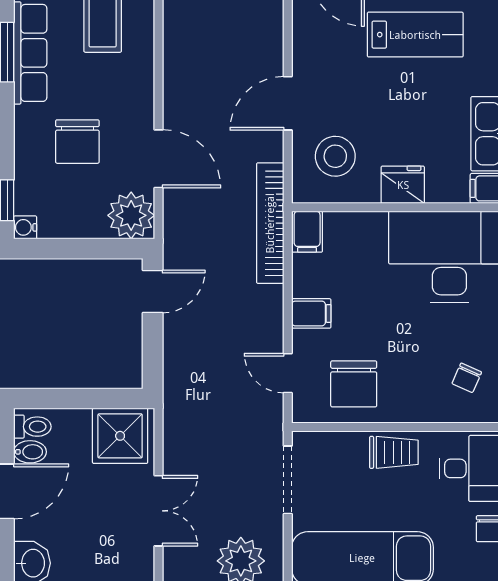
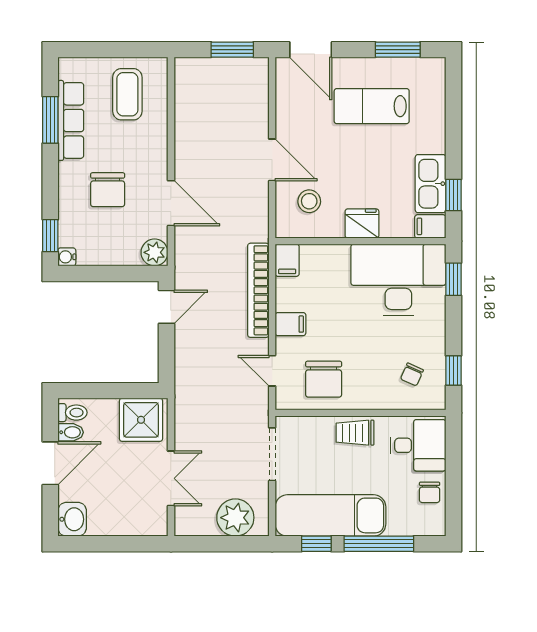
lab bench: (415, 35) -> (372, 106), turned 180
door: (288, 103) -> (272, 160), swing flipped
stool: (335, 156) -> (309, 201), width x0.73, depth x0.73
plant: (131, 215) -> (155, 252), width x0.73, depth x0.73
bookcase: (270, 223) -> (258, 290), moved
trolley: (394, 452) -> (355, 433), turned 180

